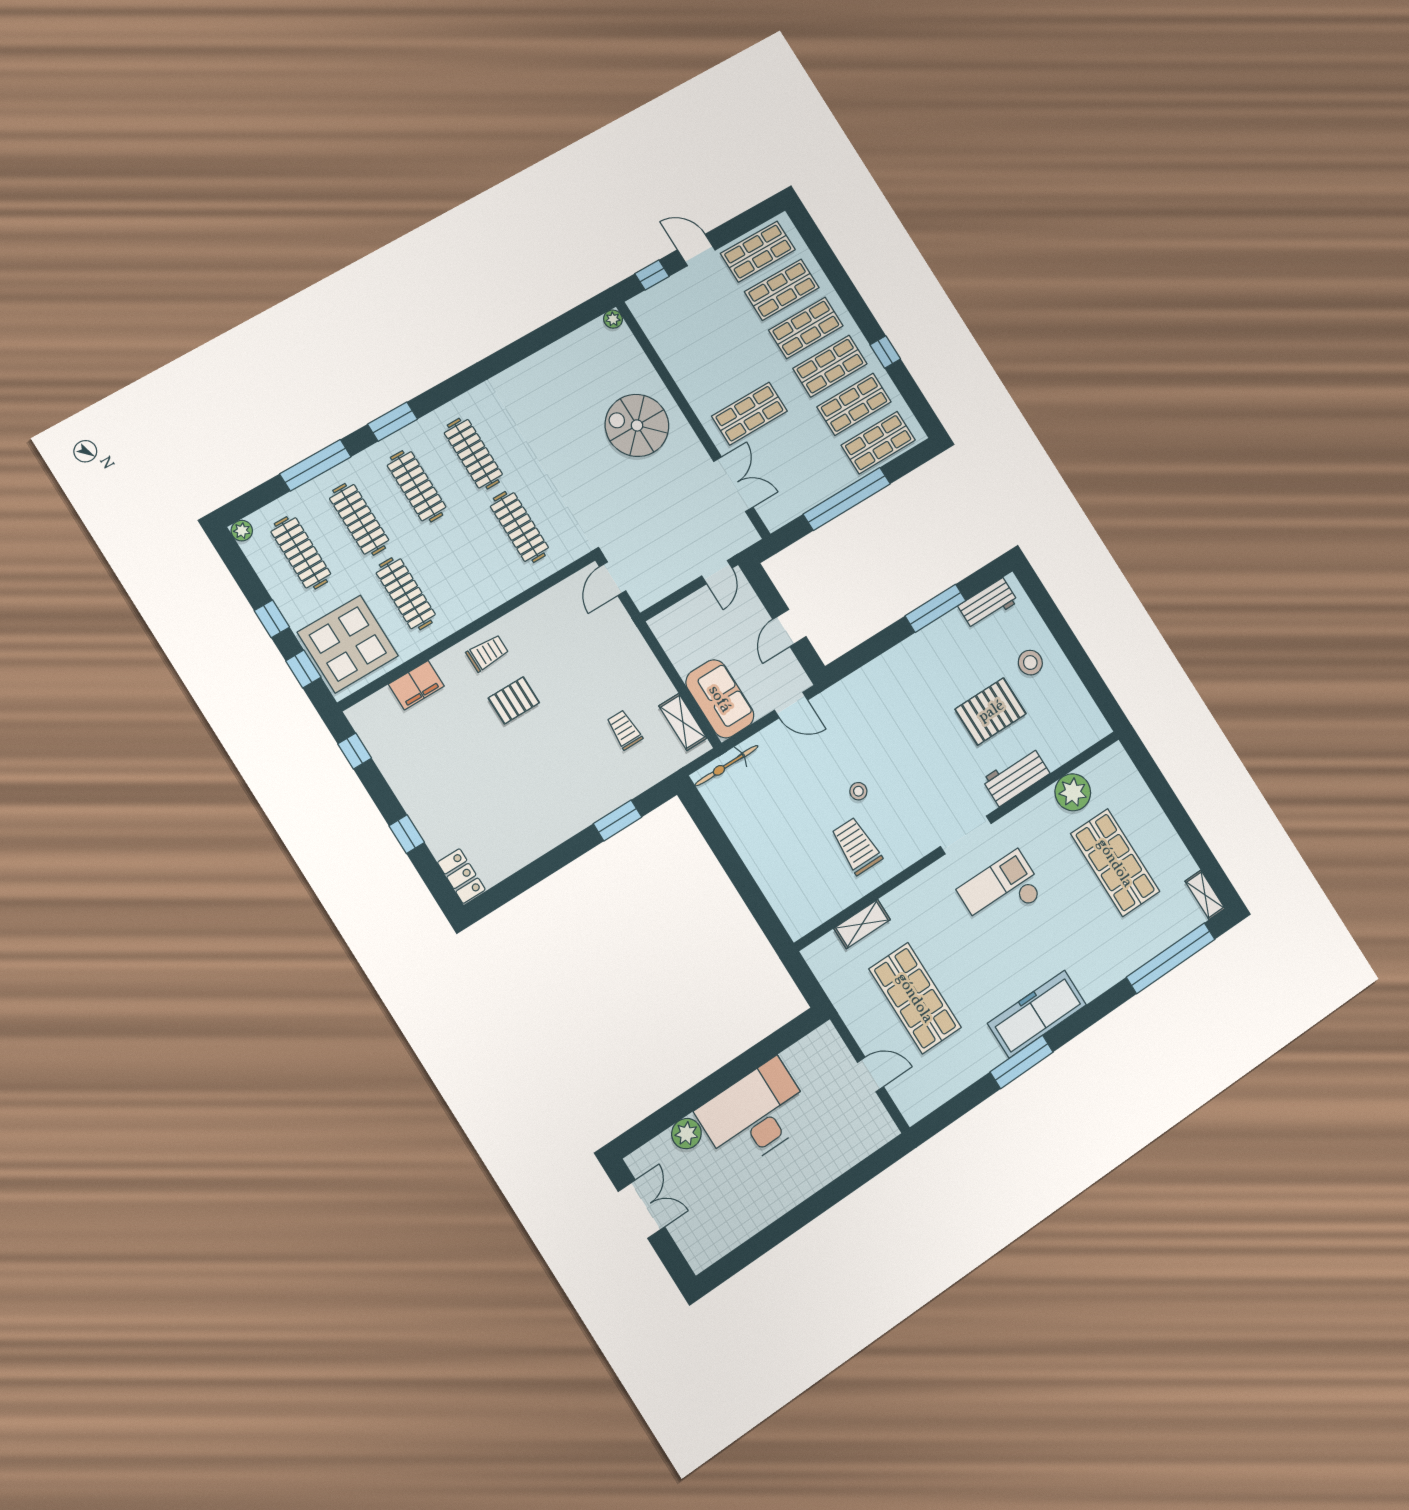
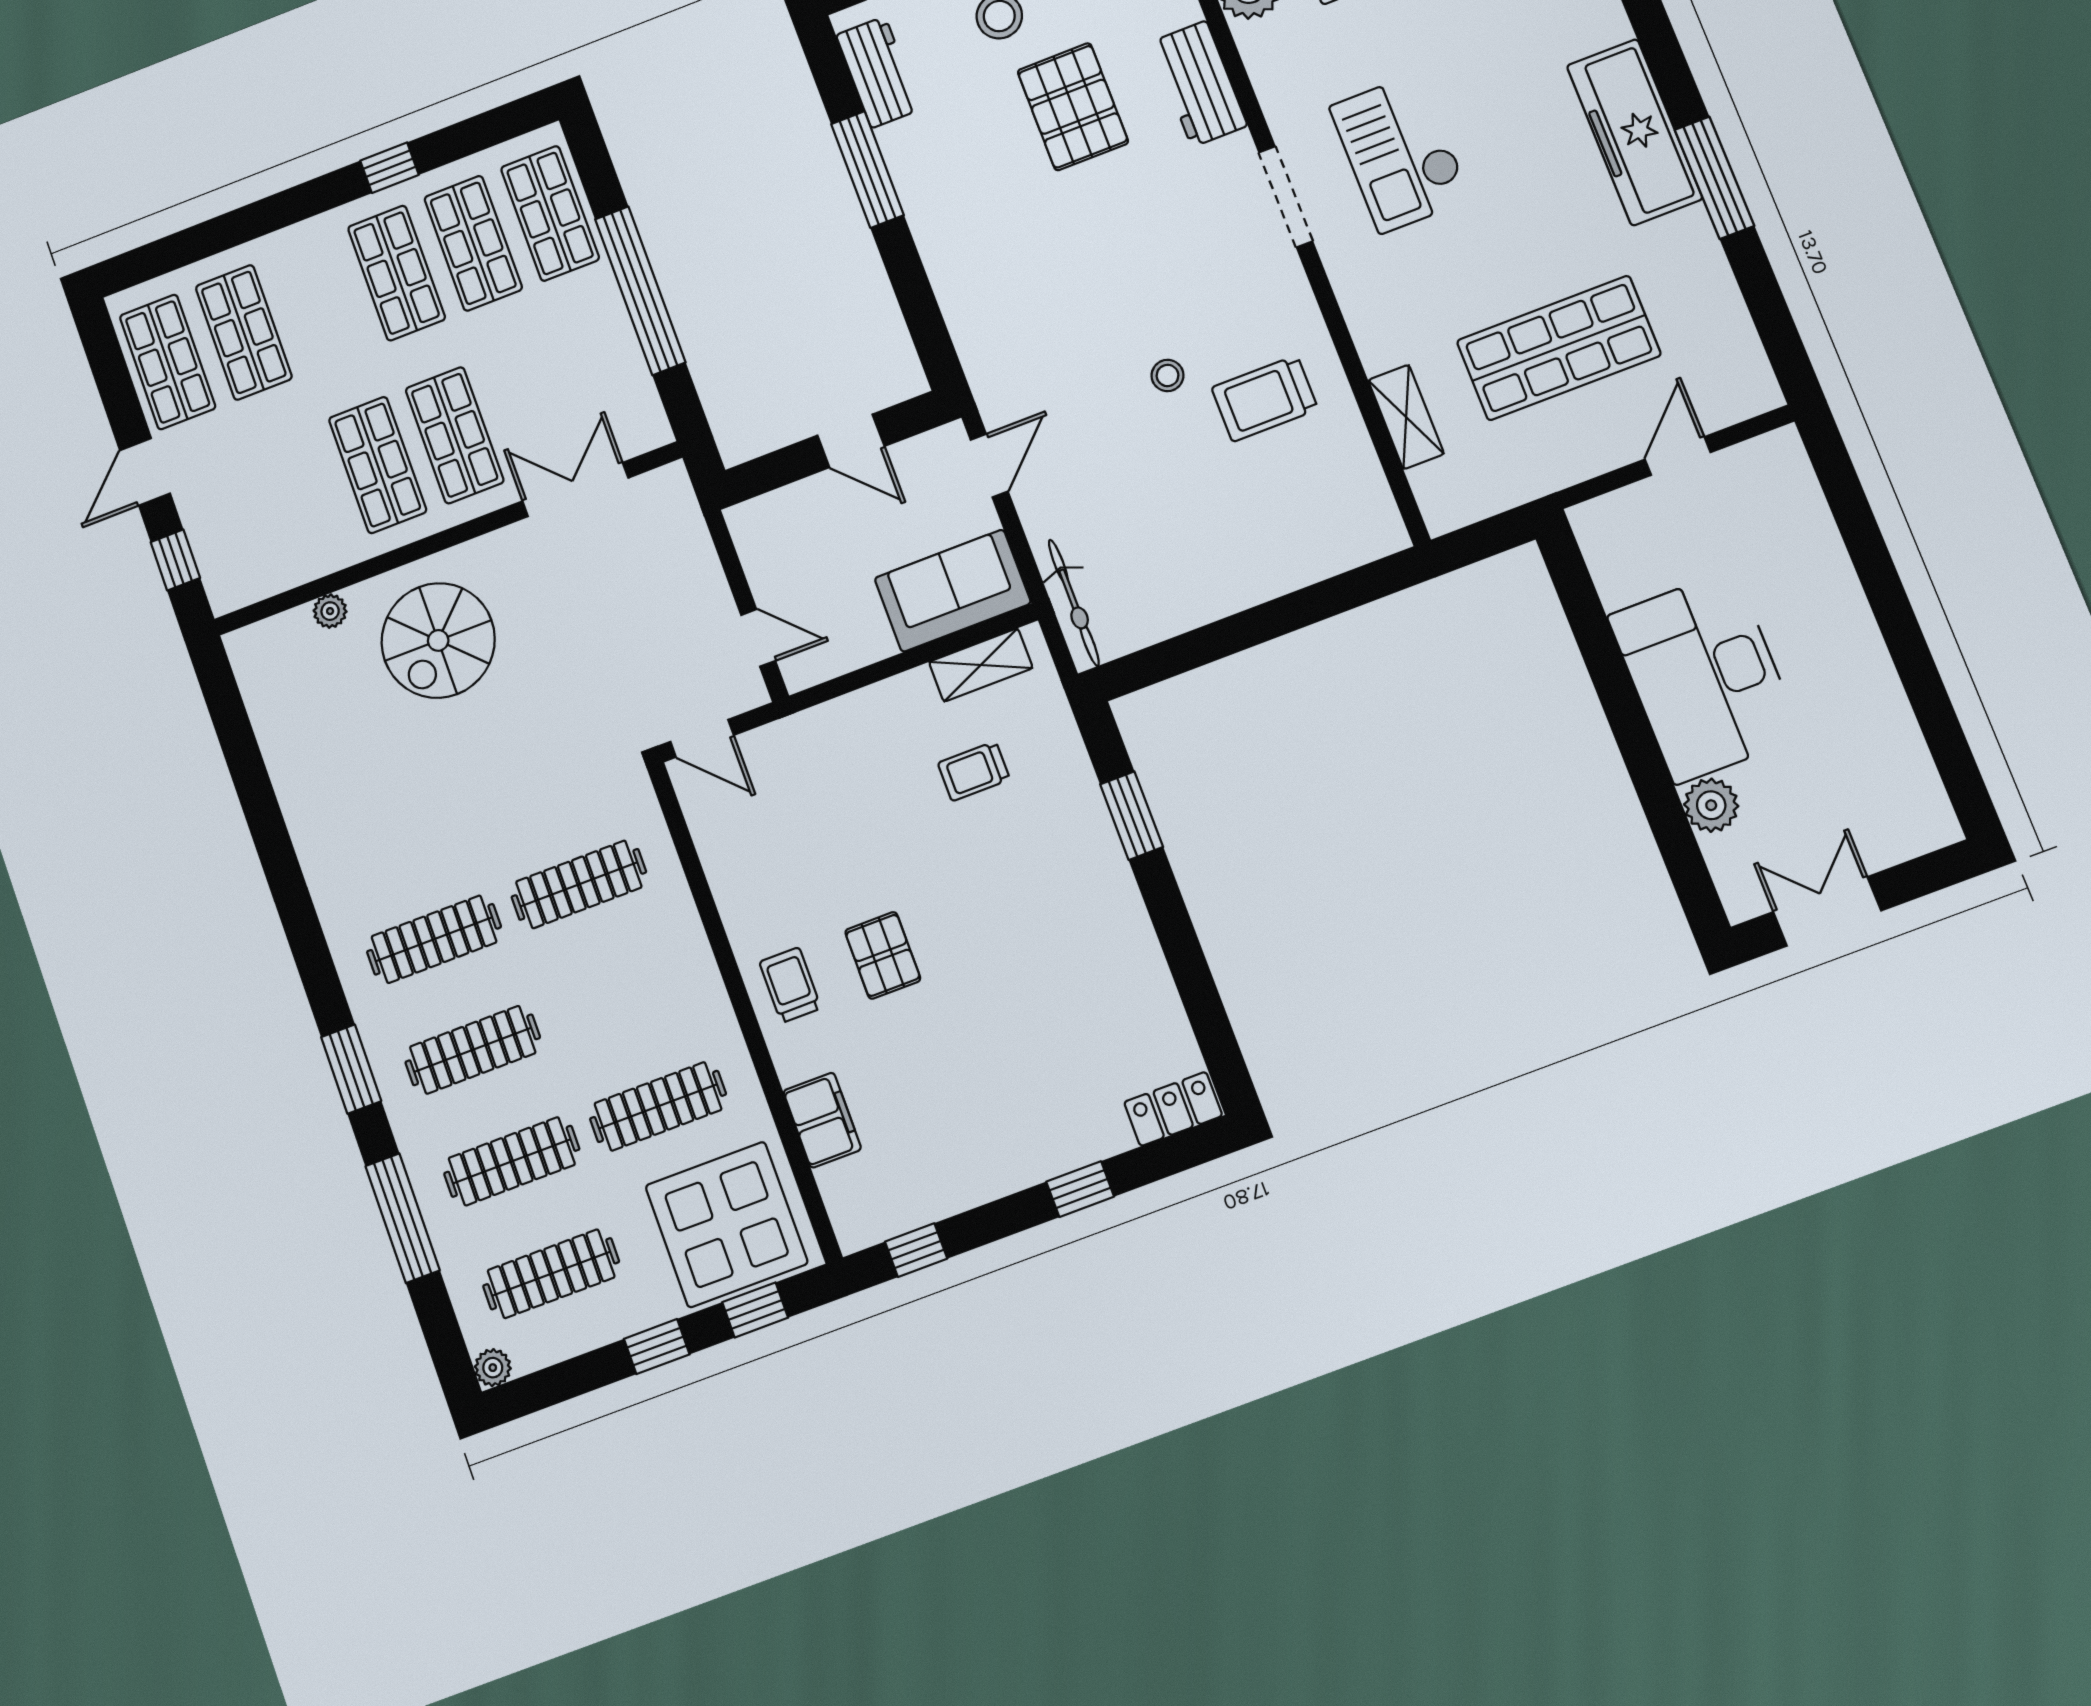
plant: (613, 319) -> (330, 611), moved
shop shelf: (806, 328) -> (378, 465), moved
door: (717, 572) -> (758, 638), moved

